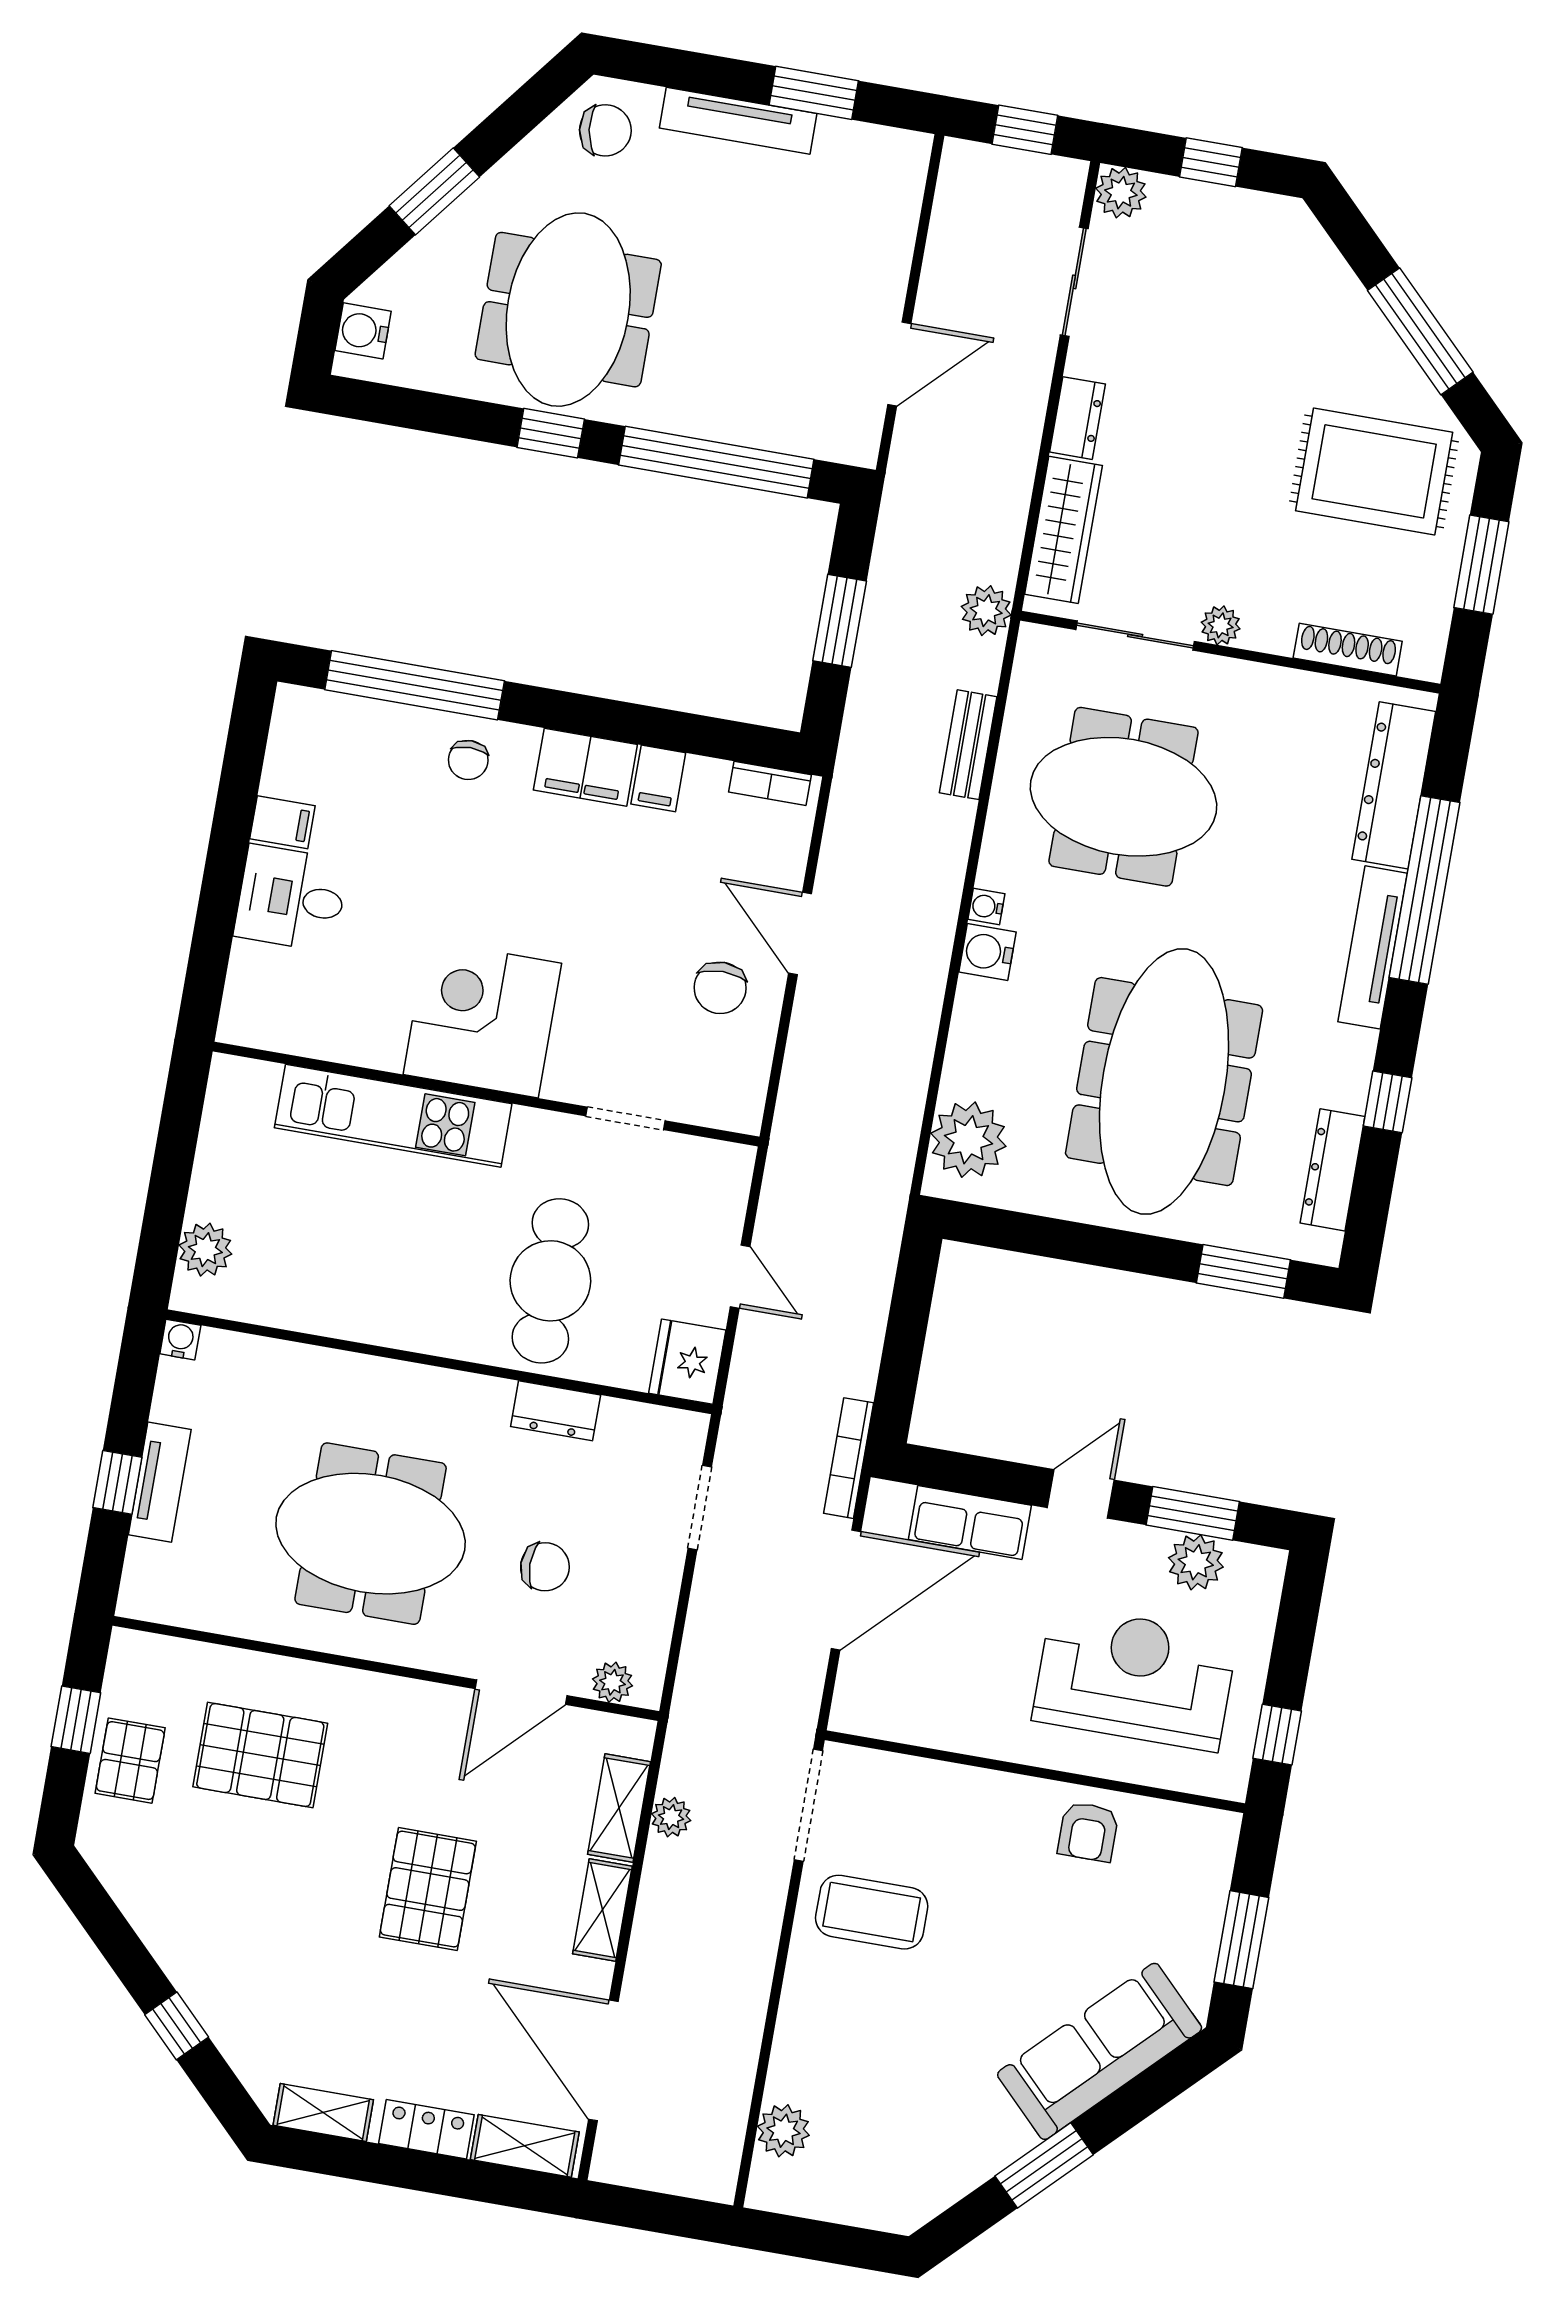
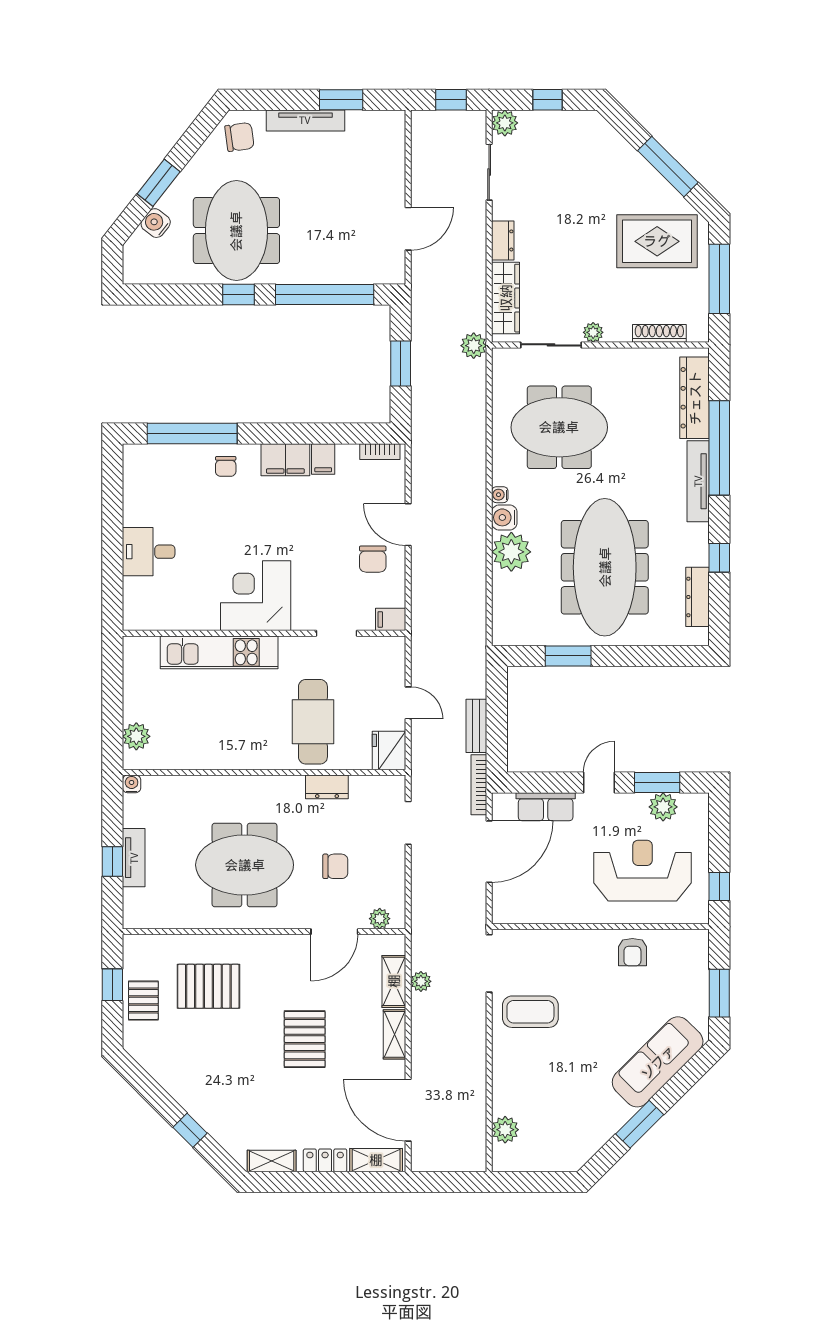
water cooler: (363, 331) -> (156, 223), moved, turned 38
window: (1481, 565) -> (719, 279), width x1.44
bench: (968, 745) -> (476, 726), moved
filing cabinet: (282, 822) -> (391, 619), moved, turned 180
plant: (968, 1140) -> (511, 552), moved
window: (1243, 1271) -> (568, 656), moved

